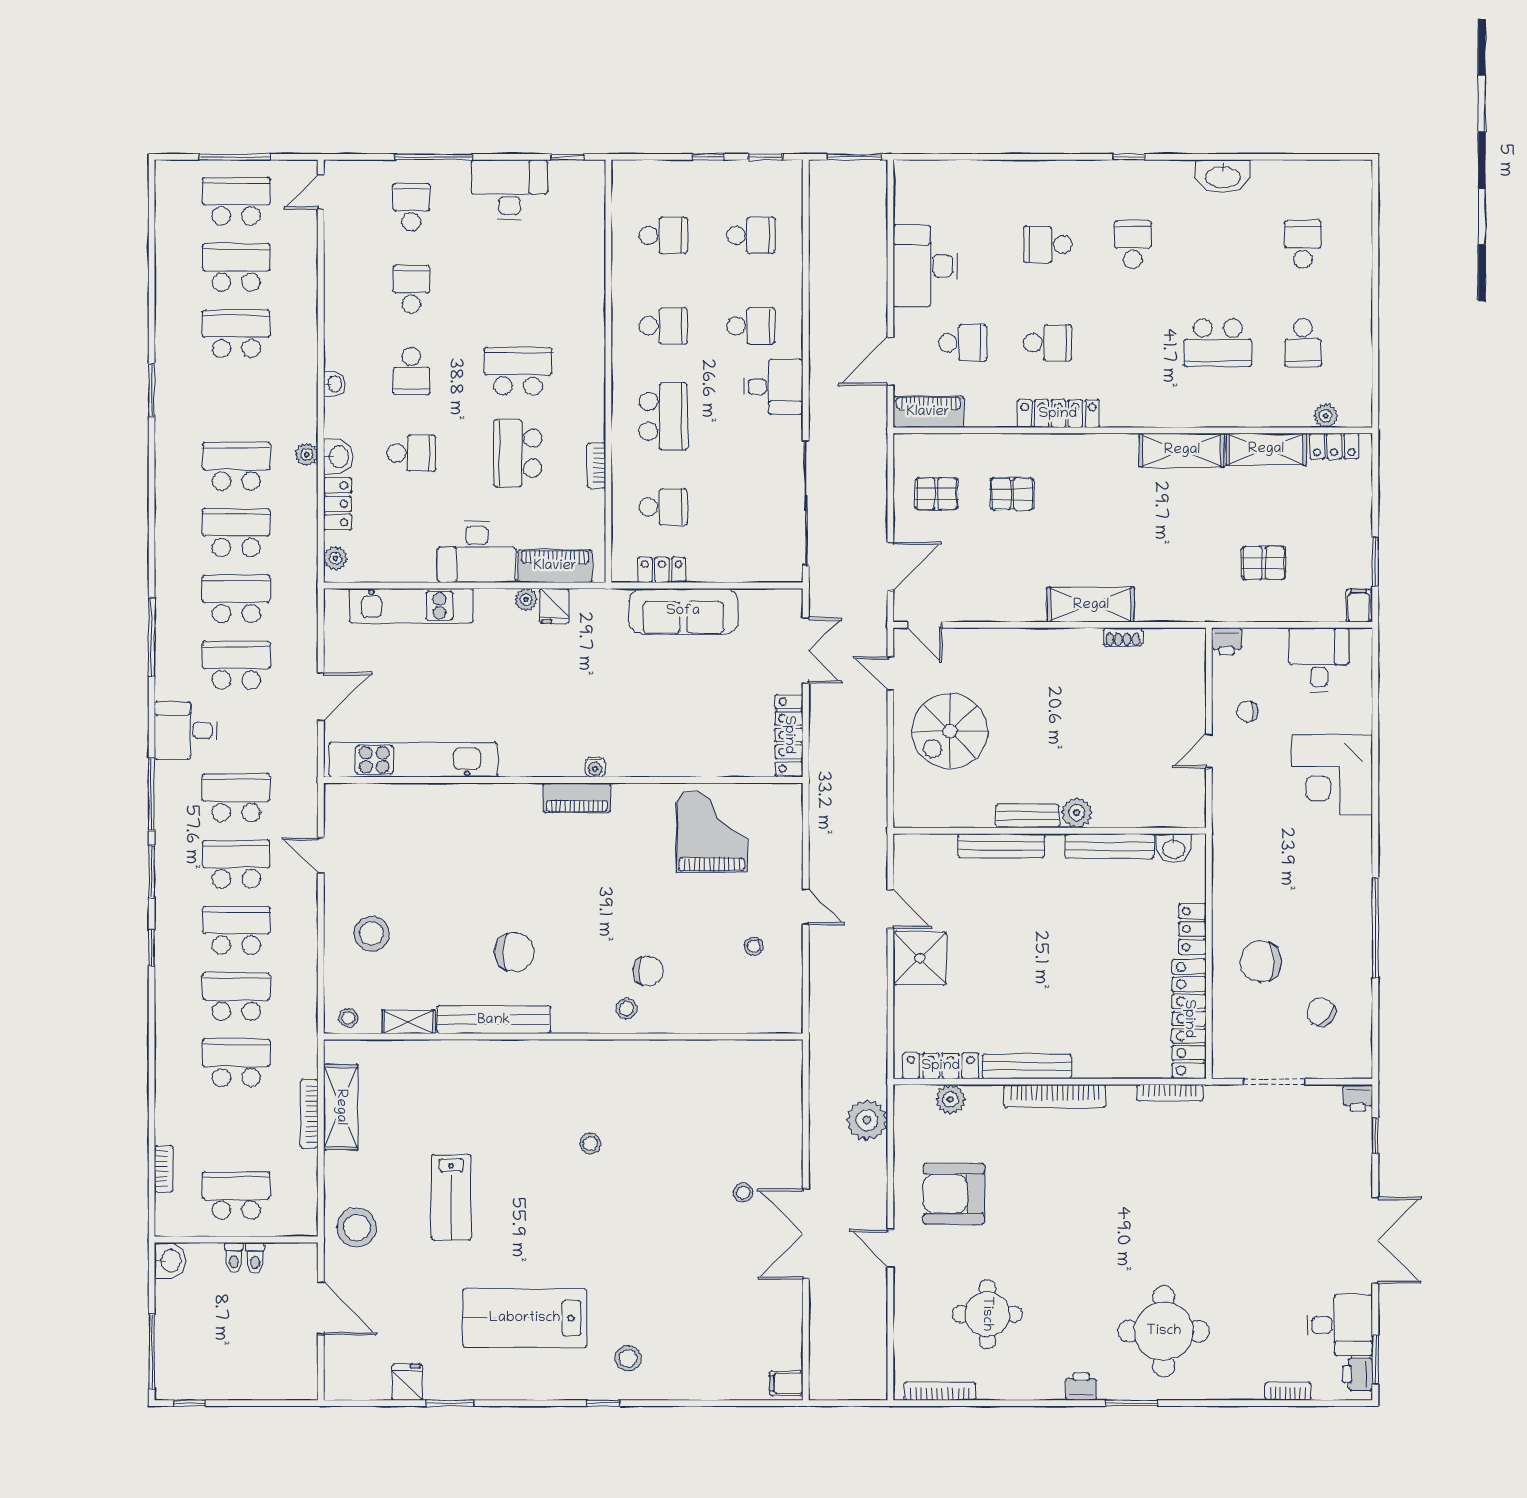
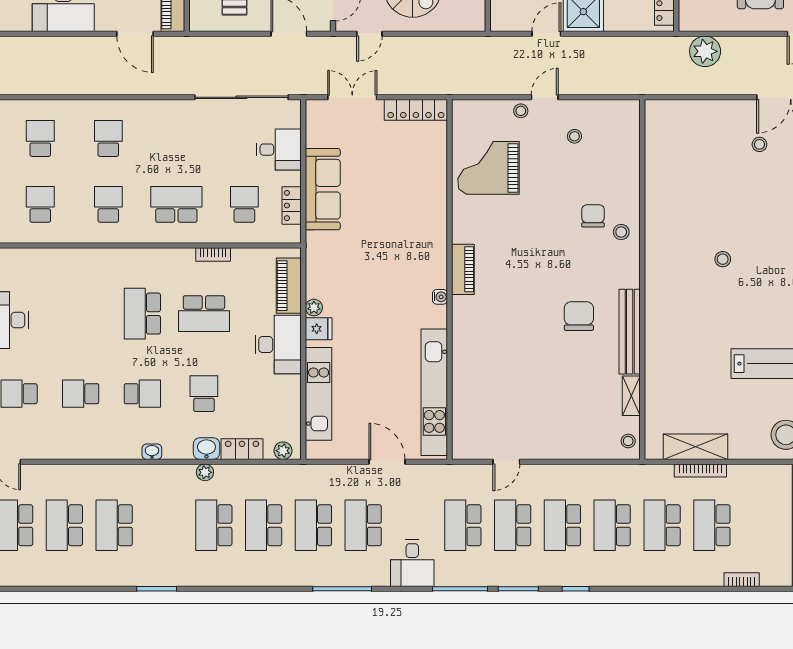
desk: (773, 387) -> (279, 150), moved, turned 90
fridge: (554, 606) -> (319, 329), moved
water cooler: (595, 767) -> (440, 297), moved
stool: (372, 933) -> (521, 111), moved, width x0.53, depth x0.53
school desk: (236, 1195) -> (712, 525), moved

